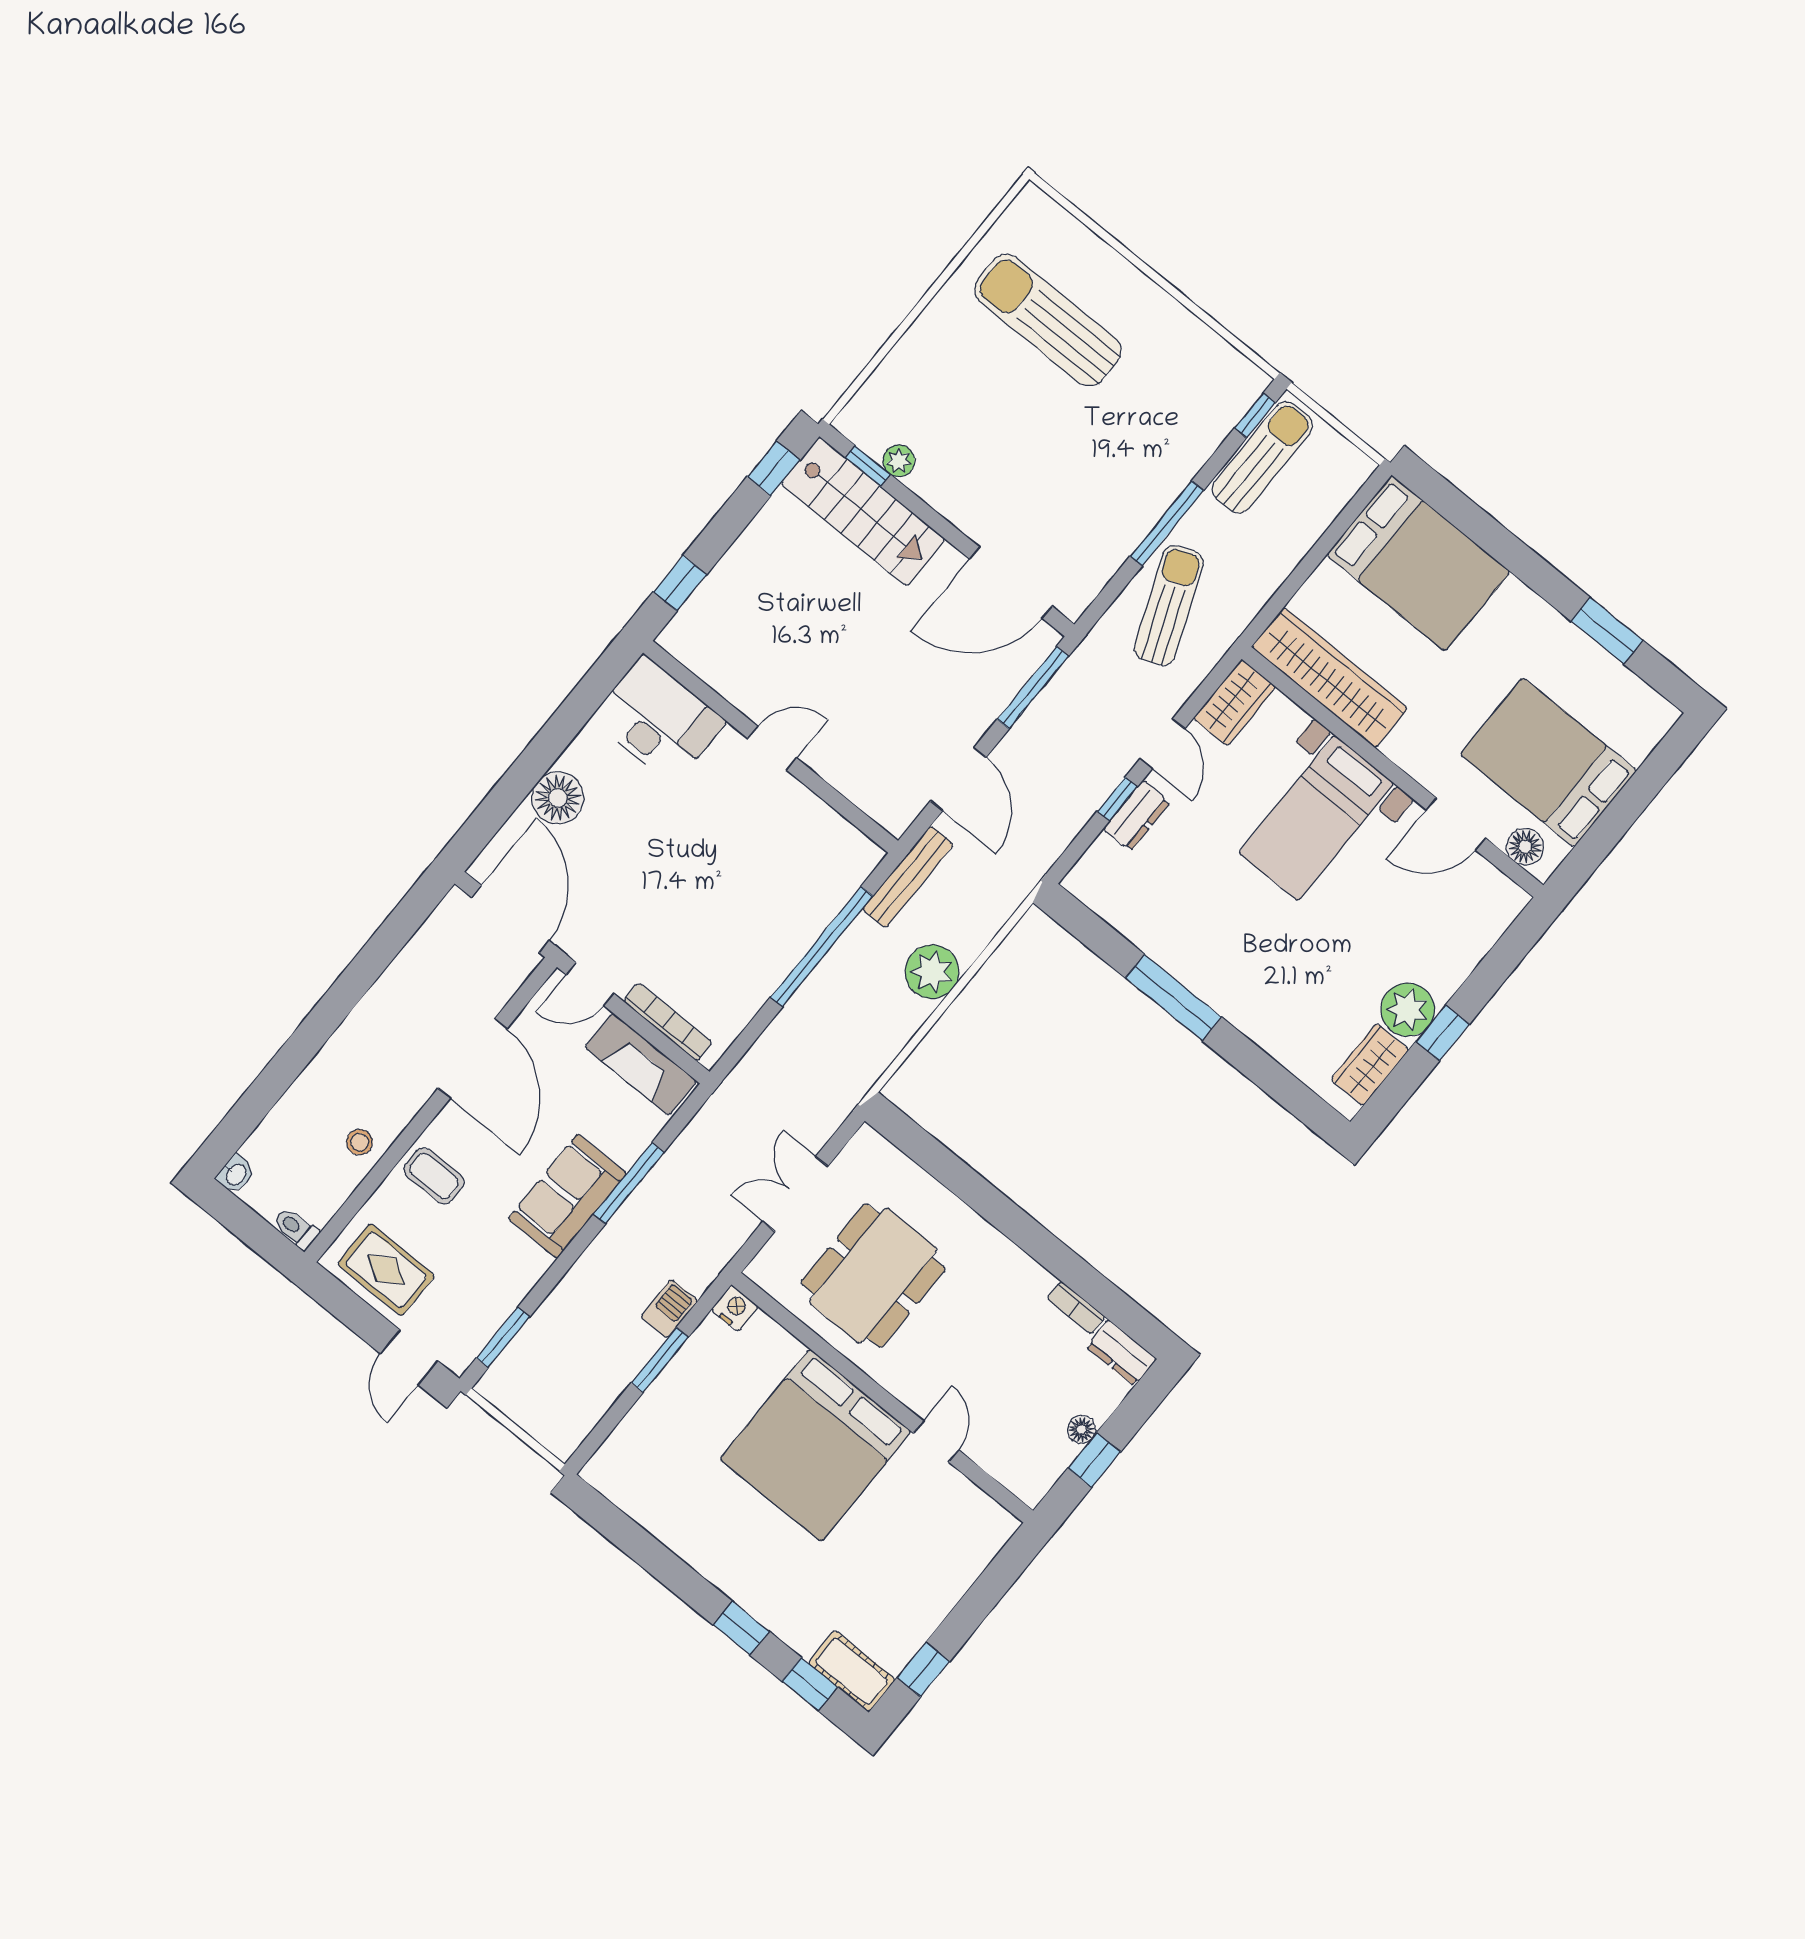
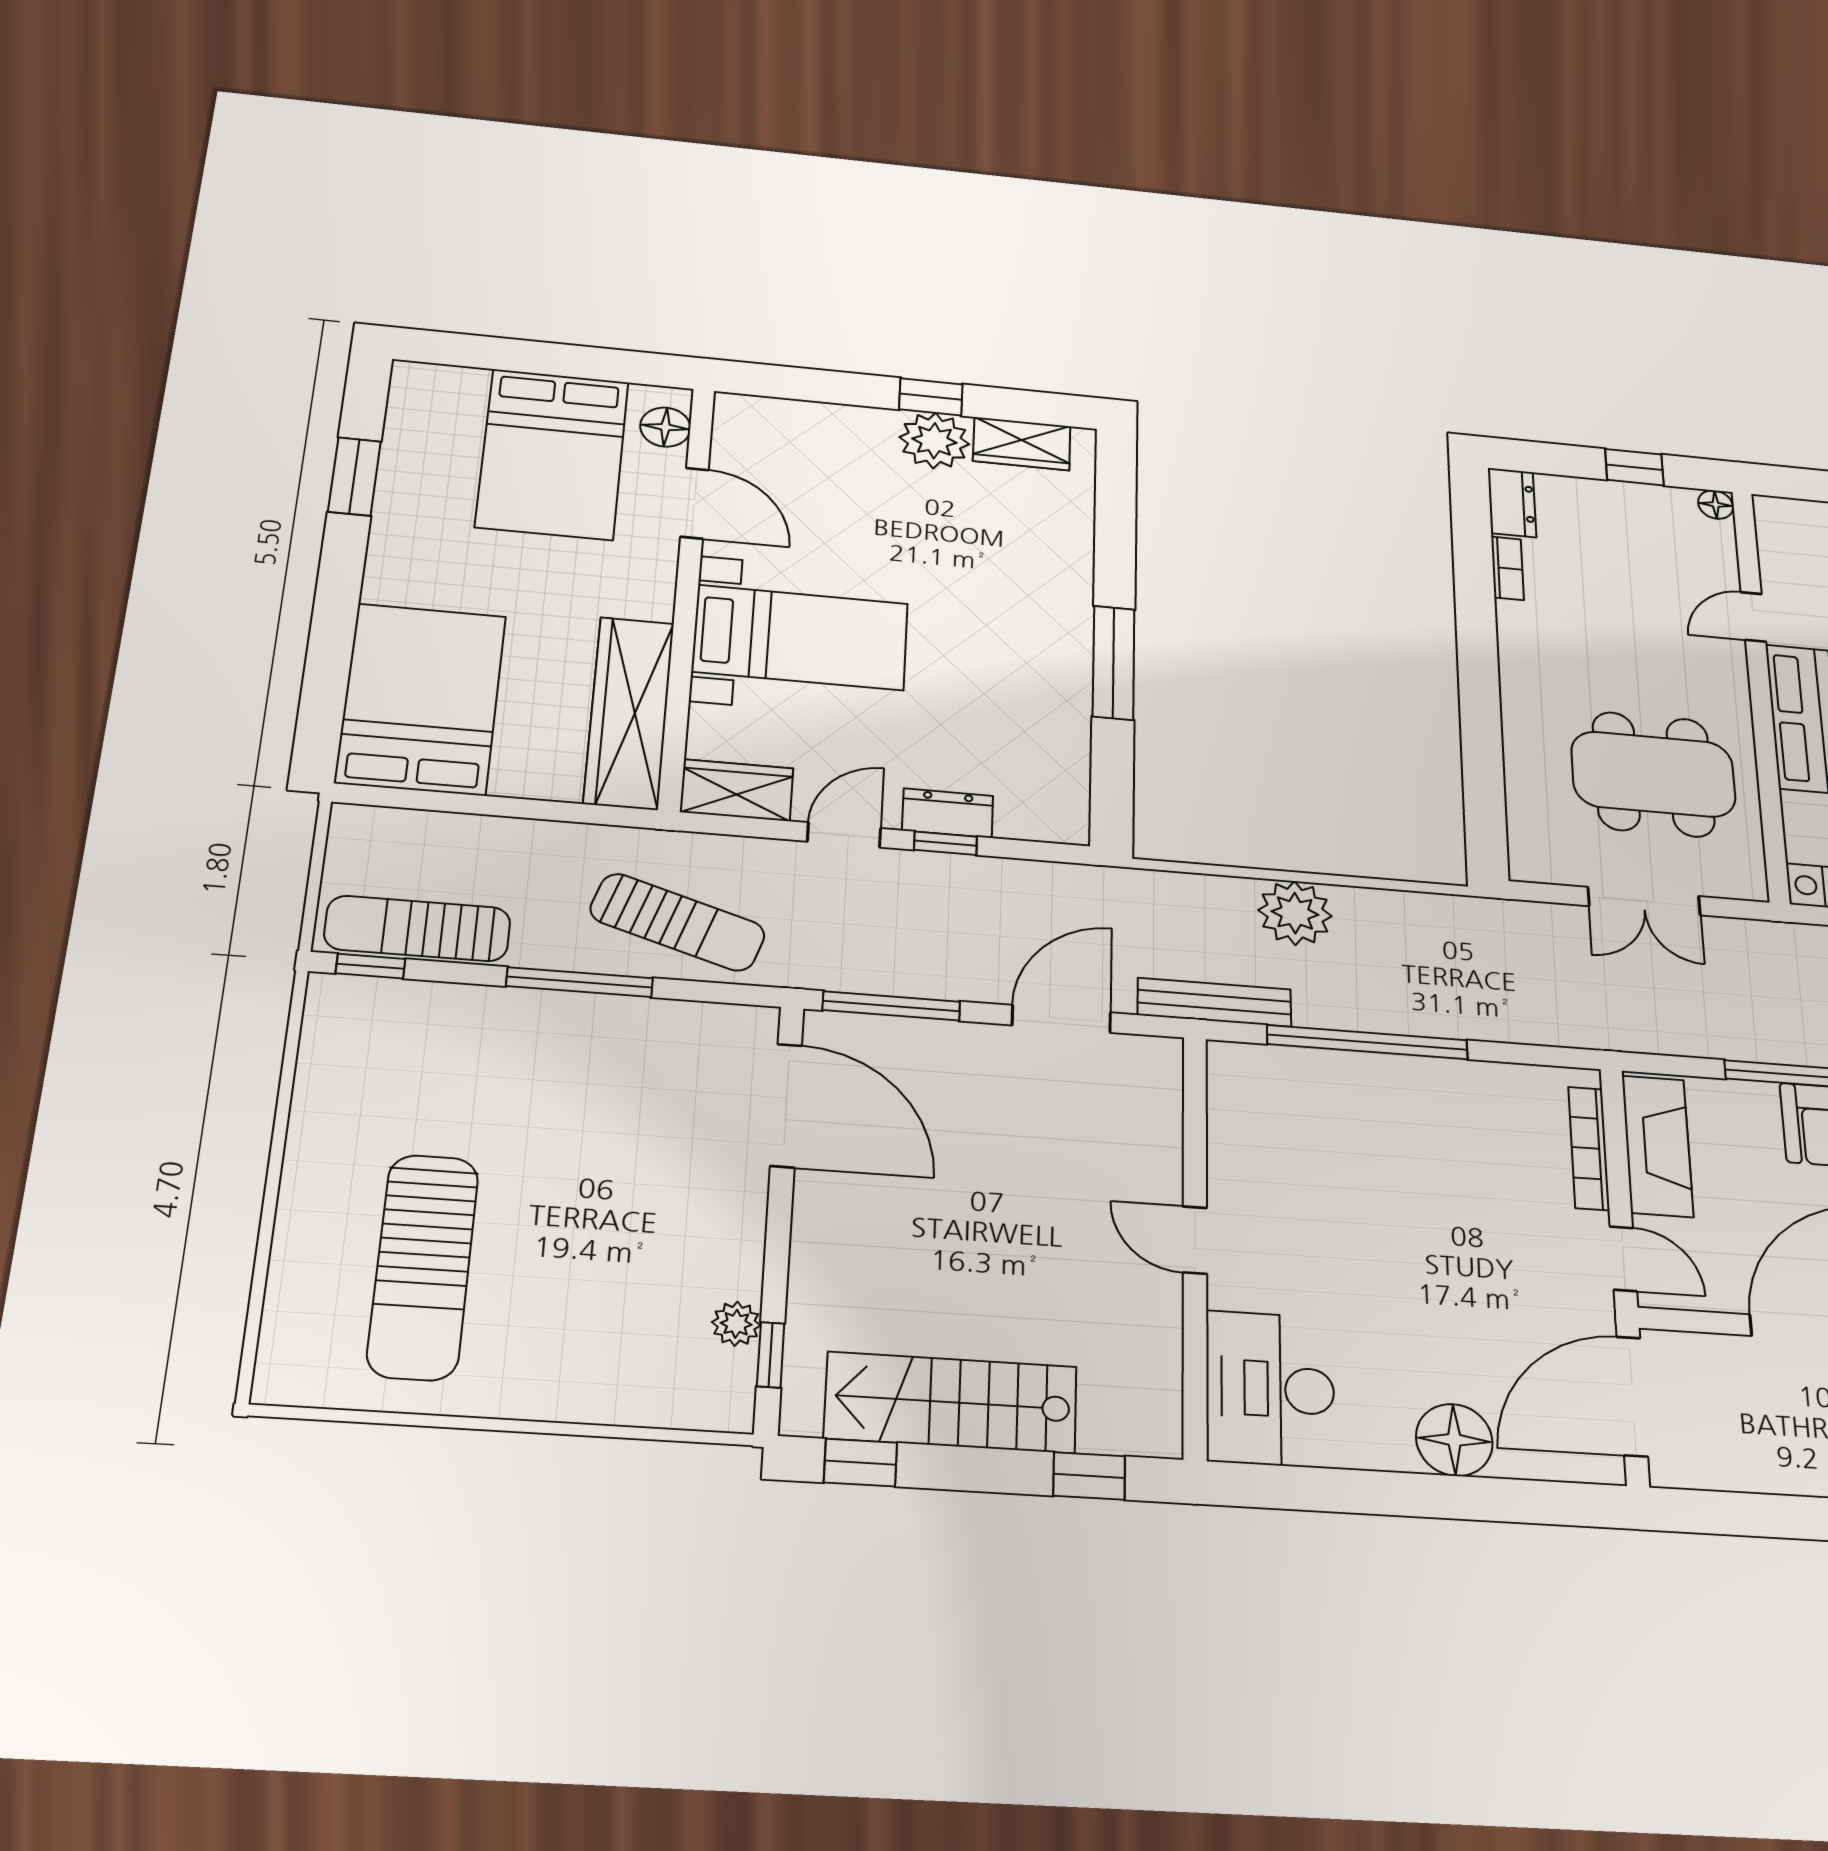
stairs: (863, 512) -> (951, 1402), moved, turned -90
sun lounger: (1169, 606) -> (677, 922), turned -140
floor lamp: (1081, 1430) -> (1716, 505), moved

